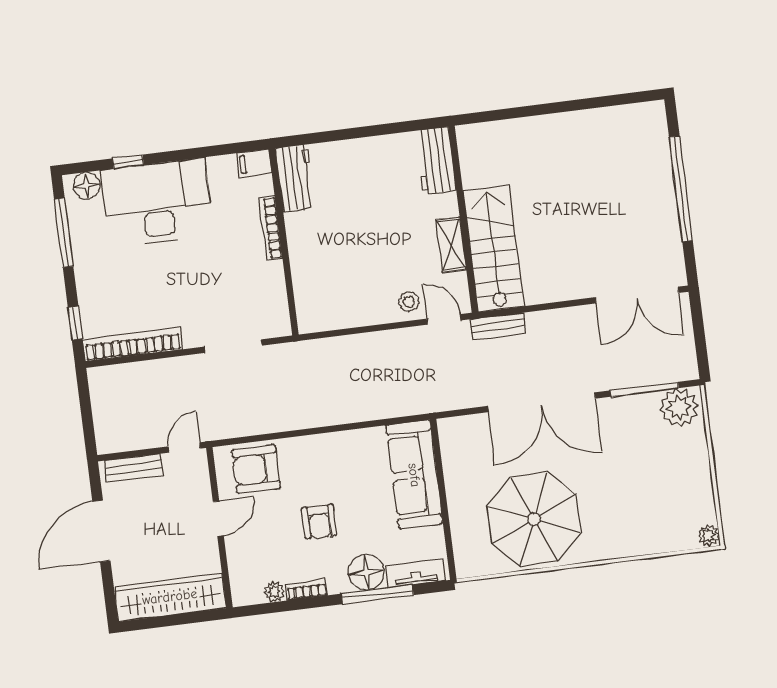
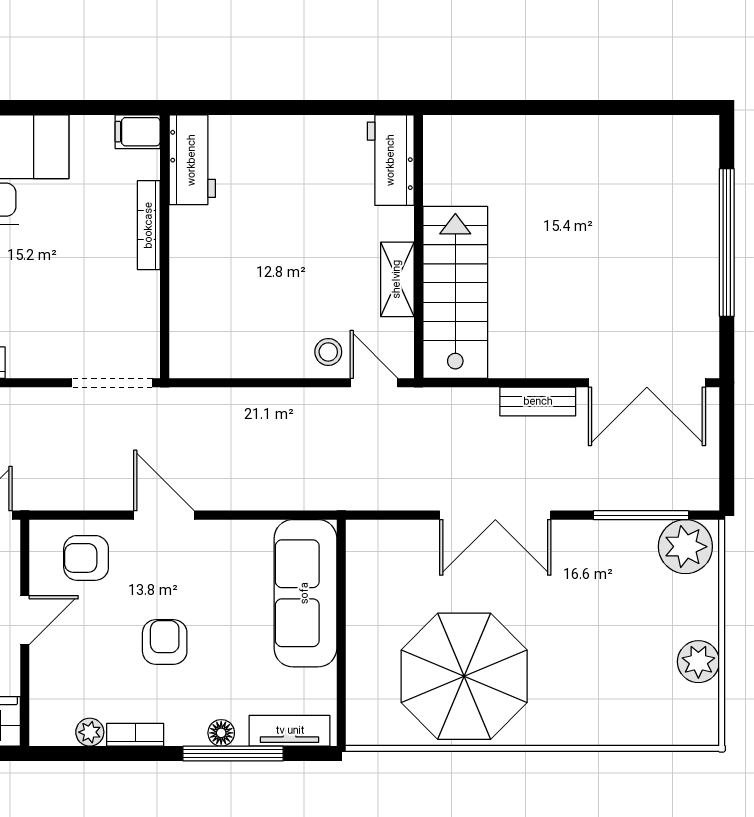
bench: (498, 326) -> (538, 402), moved
doorway: (233, 346) -> (112, 383), moved
double door: (542, 402) -> (495, 515), width x0.73
door: (307, 432) -> (164, 515), added
armchair: (256, 469) -> (86, 558), width x0.72, depth x0.72
armchair: (319, 522) -> (165, 642), turned 180
plant: (708, 535) -> (698, 662), moved, width x1.38, depth x1.38
floor lamp: (366, 572) -> (221, 733), width x0.53, depth x0.53

